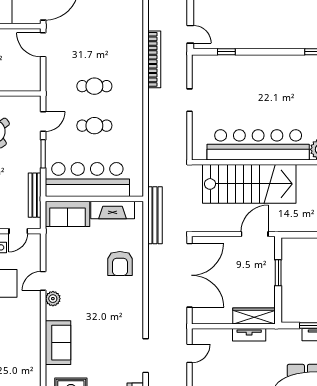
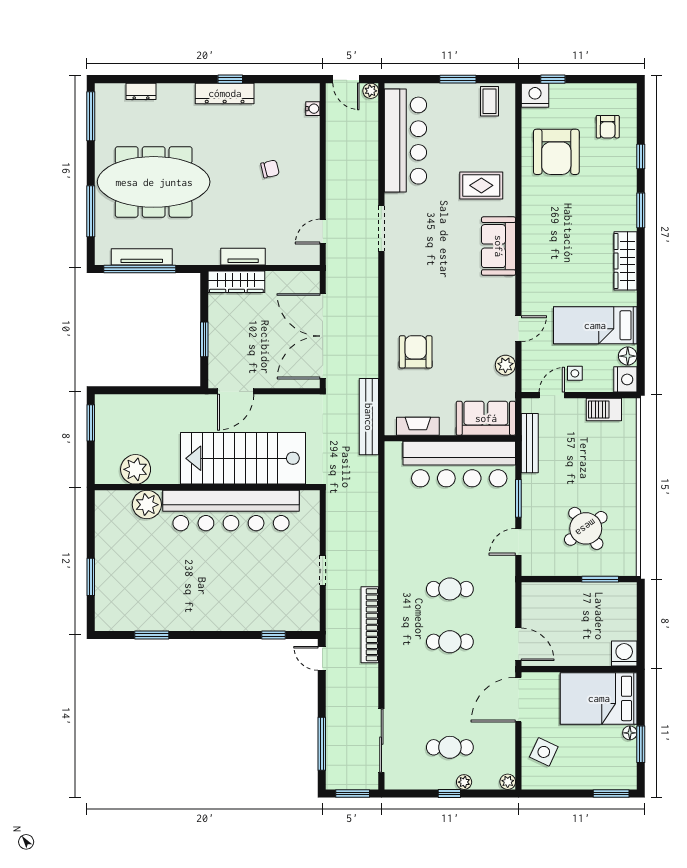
cafe table: (94, 126) -> (450, 642), moved
fireplace: (113, 210) -> (418, 426), width x0.73, depth x0.76
plant: (53, 299) -> (505, 365), moved

